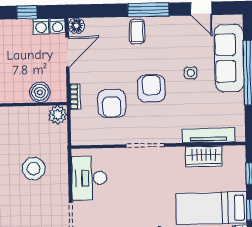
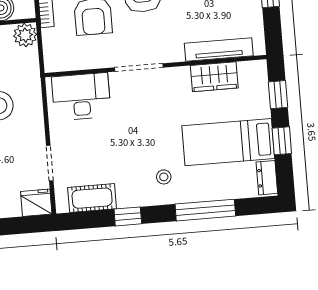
desk: (89, 178) -> (81, 97), moved, turned 90

